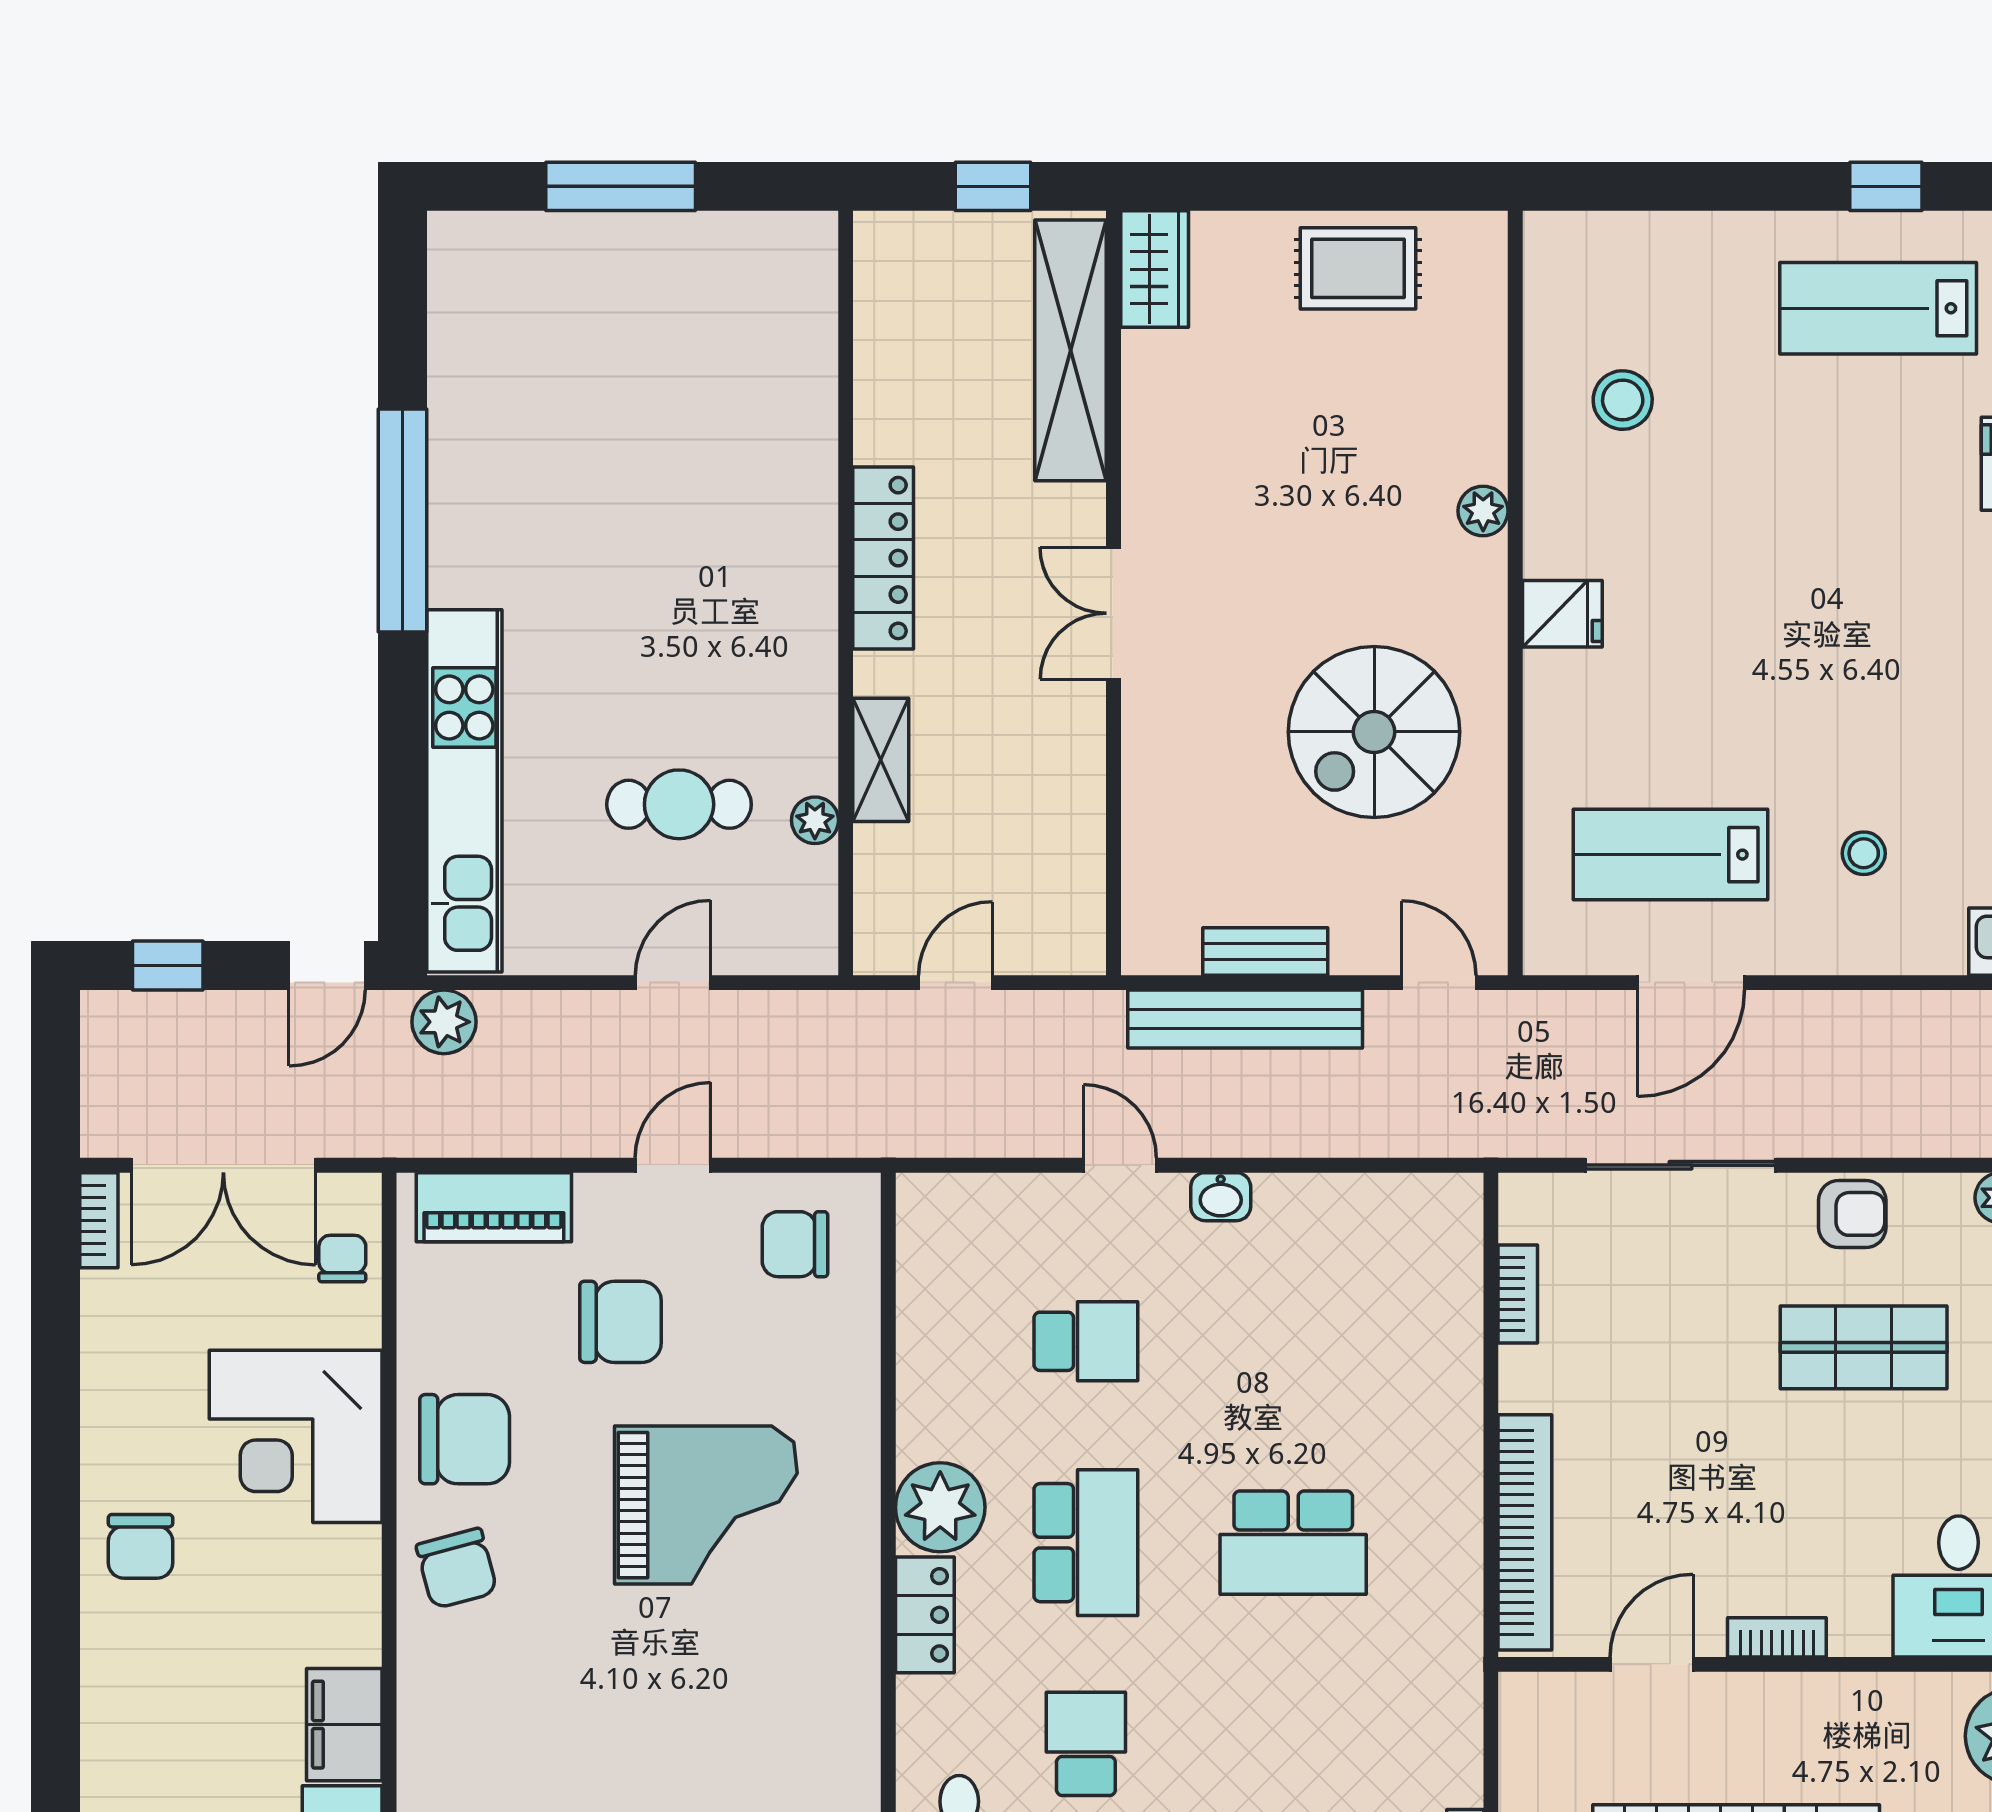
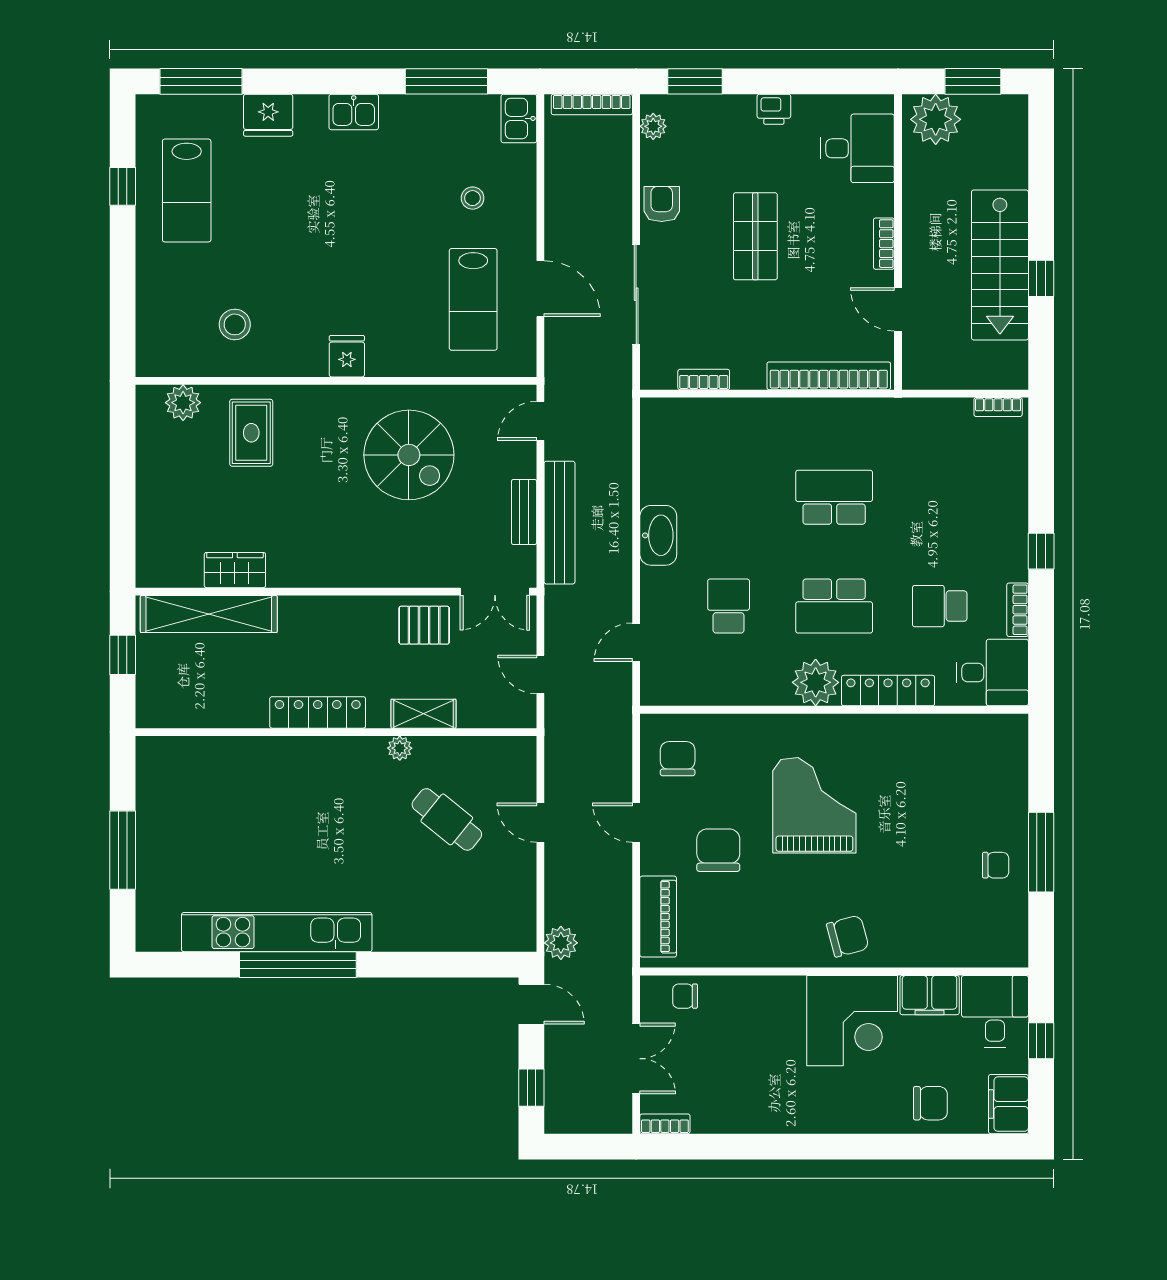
rug: (1358, 268) -> (251, 433), moved
wardrobe: (1155, 269) -> (235, 570), moved
plant: (1483, 511) -> (183, 403), moved, width x1.38, depth x1.38
double door: (1113, 613) -> (495, 592), moved
pallet: (1049, 761) -> (424, 625), added
kitchen unit: (464, 791) -> (277, 932), moved
cafe table: (679, 804) -> (447, 819), turned -51
plant: (815, 820) -> (400, 748), moved
double door: (223, 1165) -> (636, 1059), width x0.73
door: (1120, 1165) -> (636, 642), moved
washbasin: (1221, 1197) -> (658, 535), width x1.91, depth x1.45
chair: (795, 1244) -> (678, 759), turned 180
shop shelf: (1864, 1347) -> (755, 236), moved
corner desk: (296, 1436) -> (852, 1021), moved
chair: (465, 1439) -> (780, 932), removed
school desk: (1086, 1543) -> (834, 606), turned 180
school desk: (1293, 1543) -> (834, 497), turned -90
chair: (140, 1546) -> (930, 1103), moved
locker: (925, 1615) -> (888, 691), width x1.53

